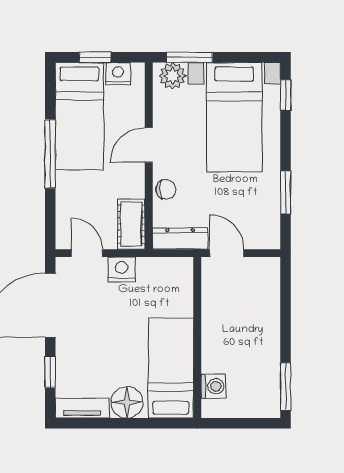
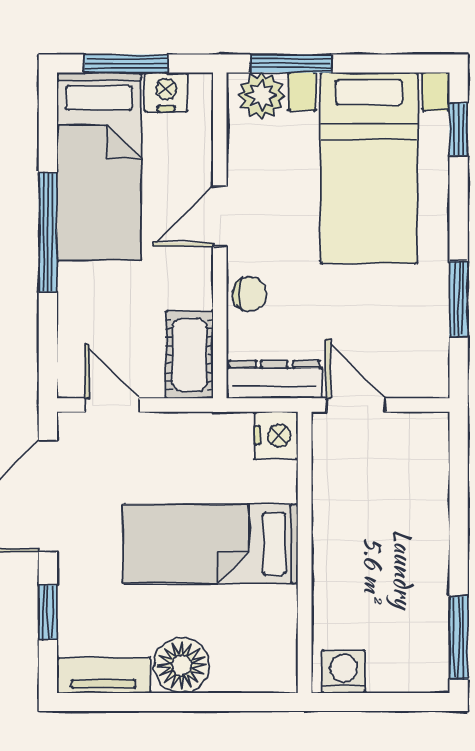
window: (95, 57) -> (126, 64), width x1.50
nightstand: (122, 269) -> (276, 435), moved, turned 90
bed: (171, 368) -> (210, 544), moved, turned -90
washing machine: (213, 386) -> (344, 672), moved, turned -90

